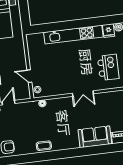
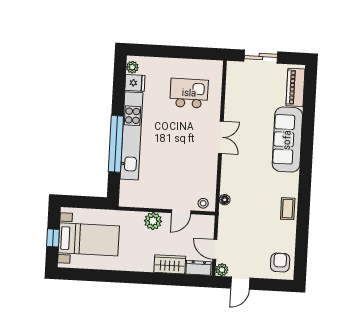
window: (66, 25) -> (116, 144), added
plant: (20, 59) -> (153, 221), added
sofa: (95, 137) -> (287, 140), width x1.36

